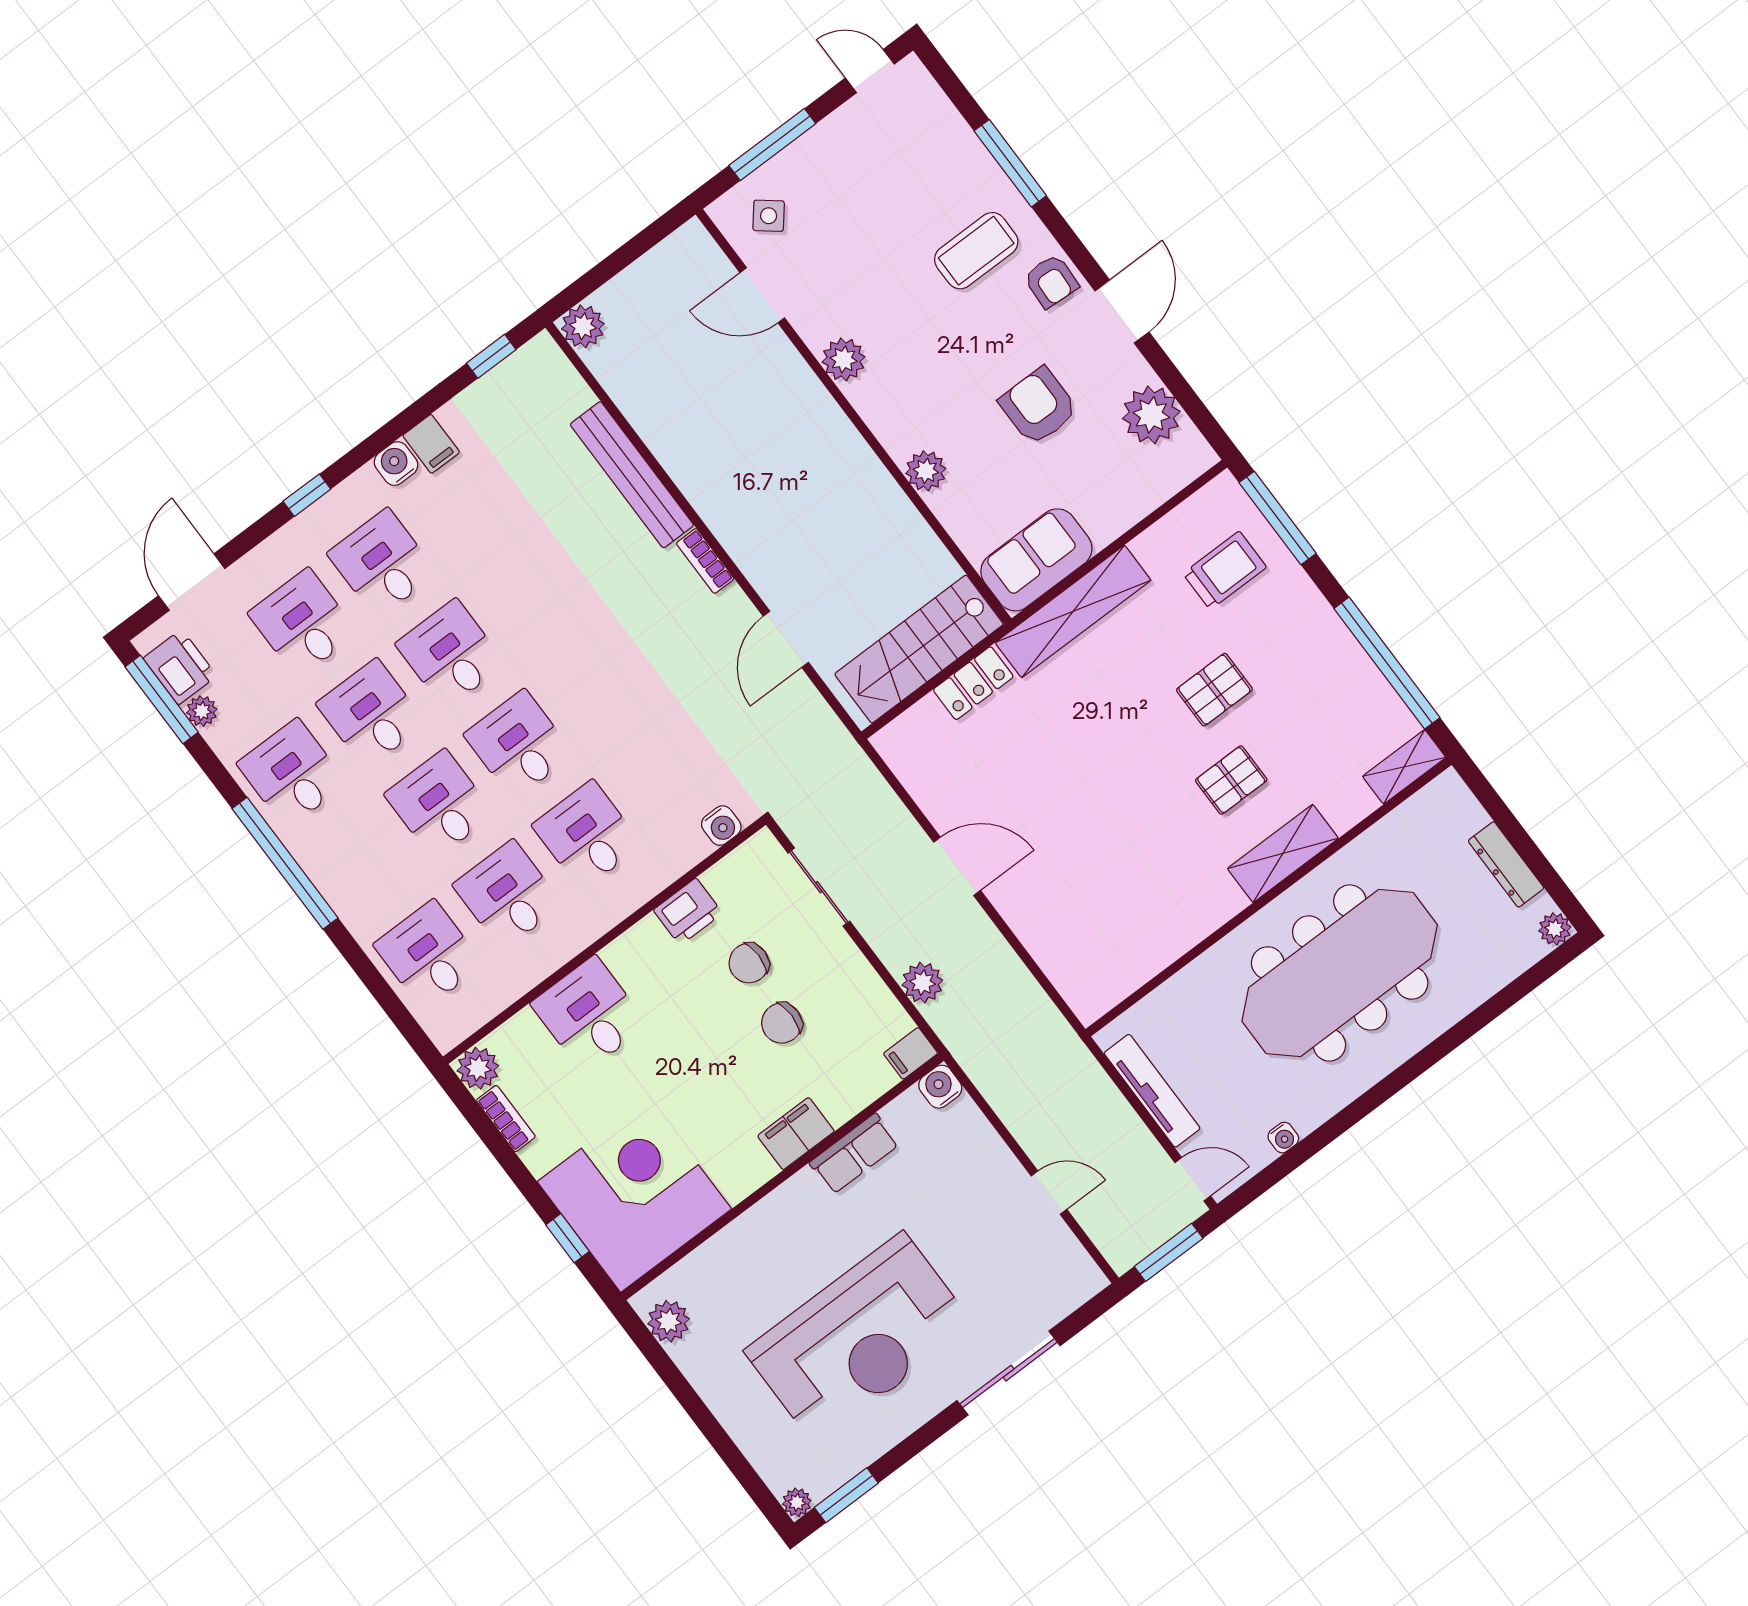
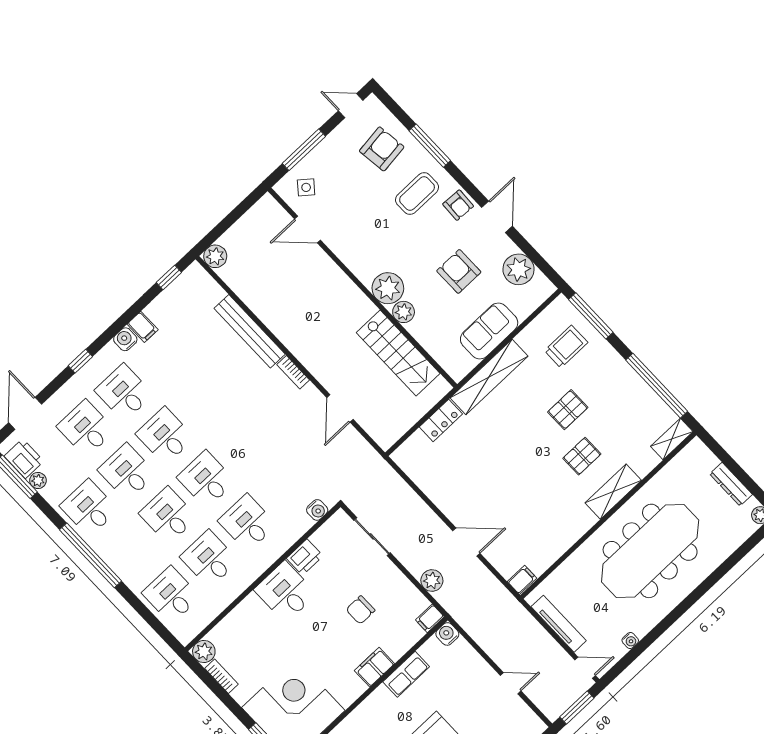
armchair: (919, 159) -> (382, 149), added
plant: (844, 359) -> (388, 288), moved, width x1.36, depth x1.36
sofa: (1036, 560) -> (489, 331), moved
stairs: (919, 649) -> (398, 353), moved, turned -90
door: (957, 866) -> (466, 542), moved
chair: (749, 963) -> (340, 580), removed
filing cabinet: (1092, 1000) -> (522, 580), added
desk: (589, 1014) -> (285, 592), moved

